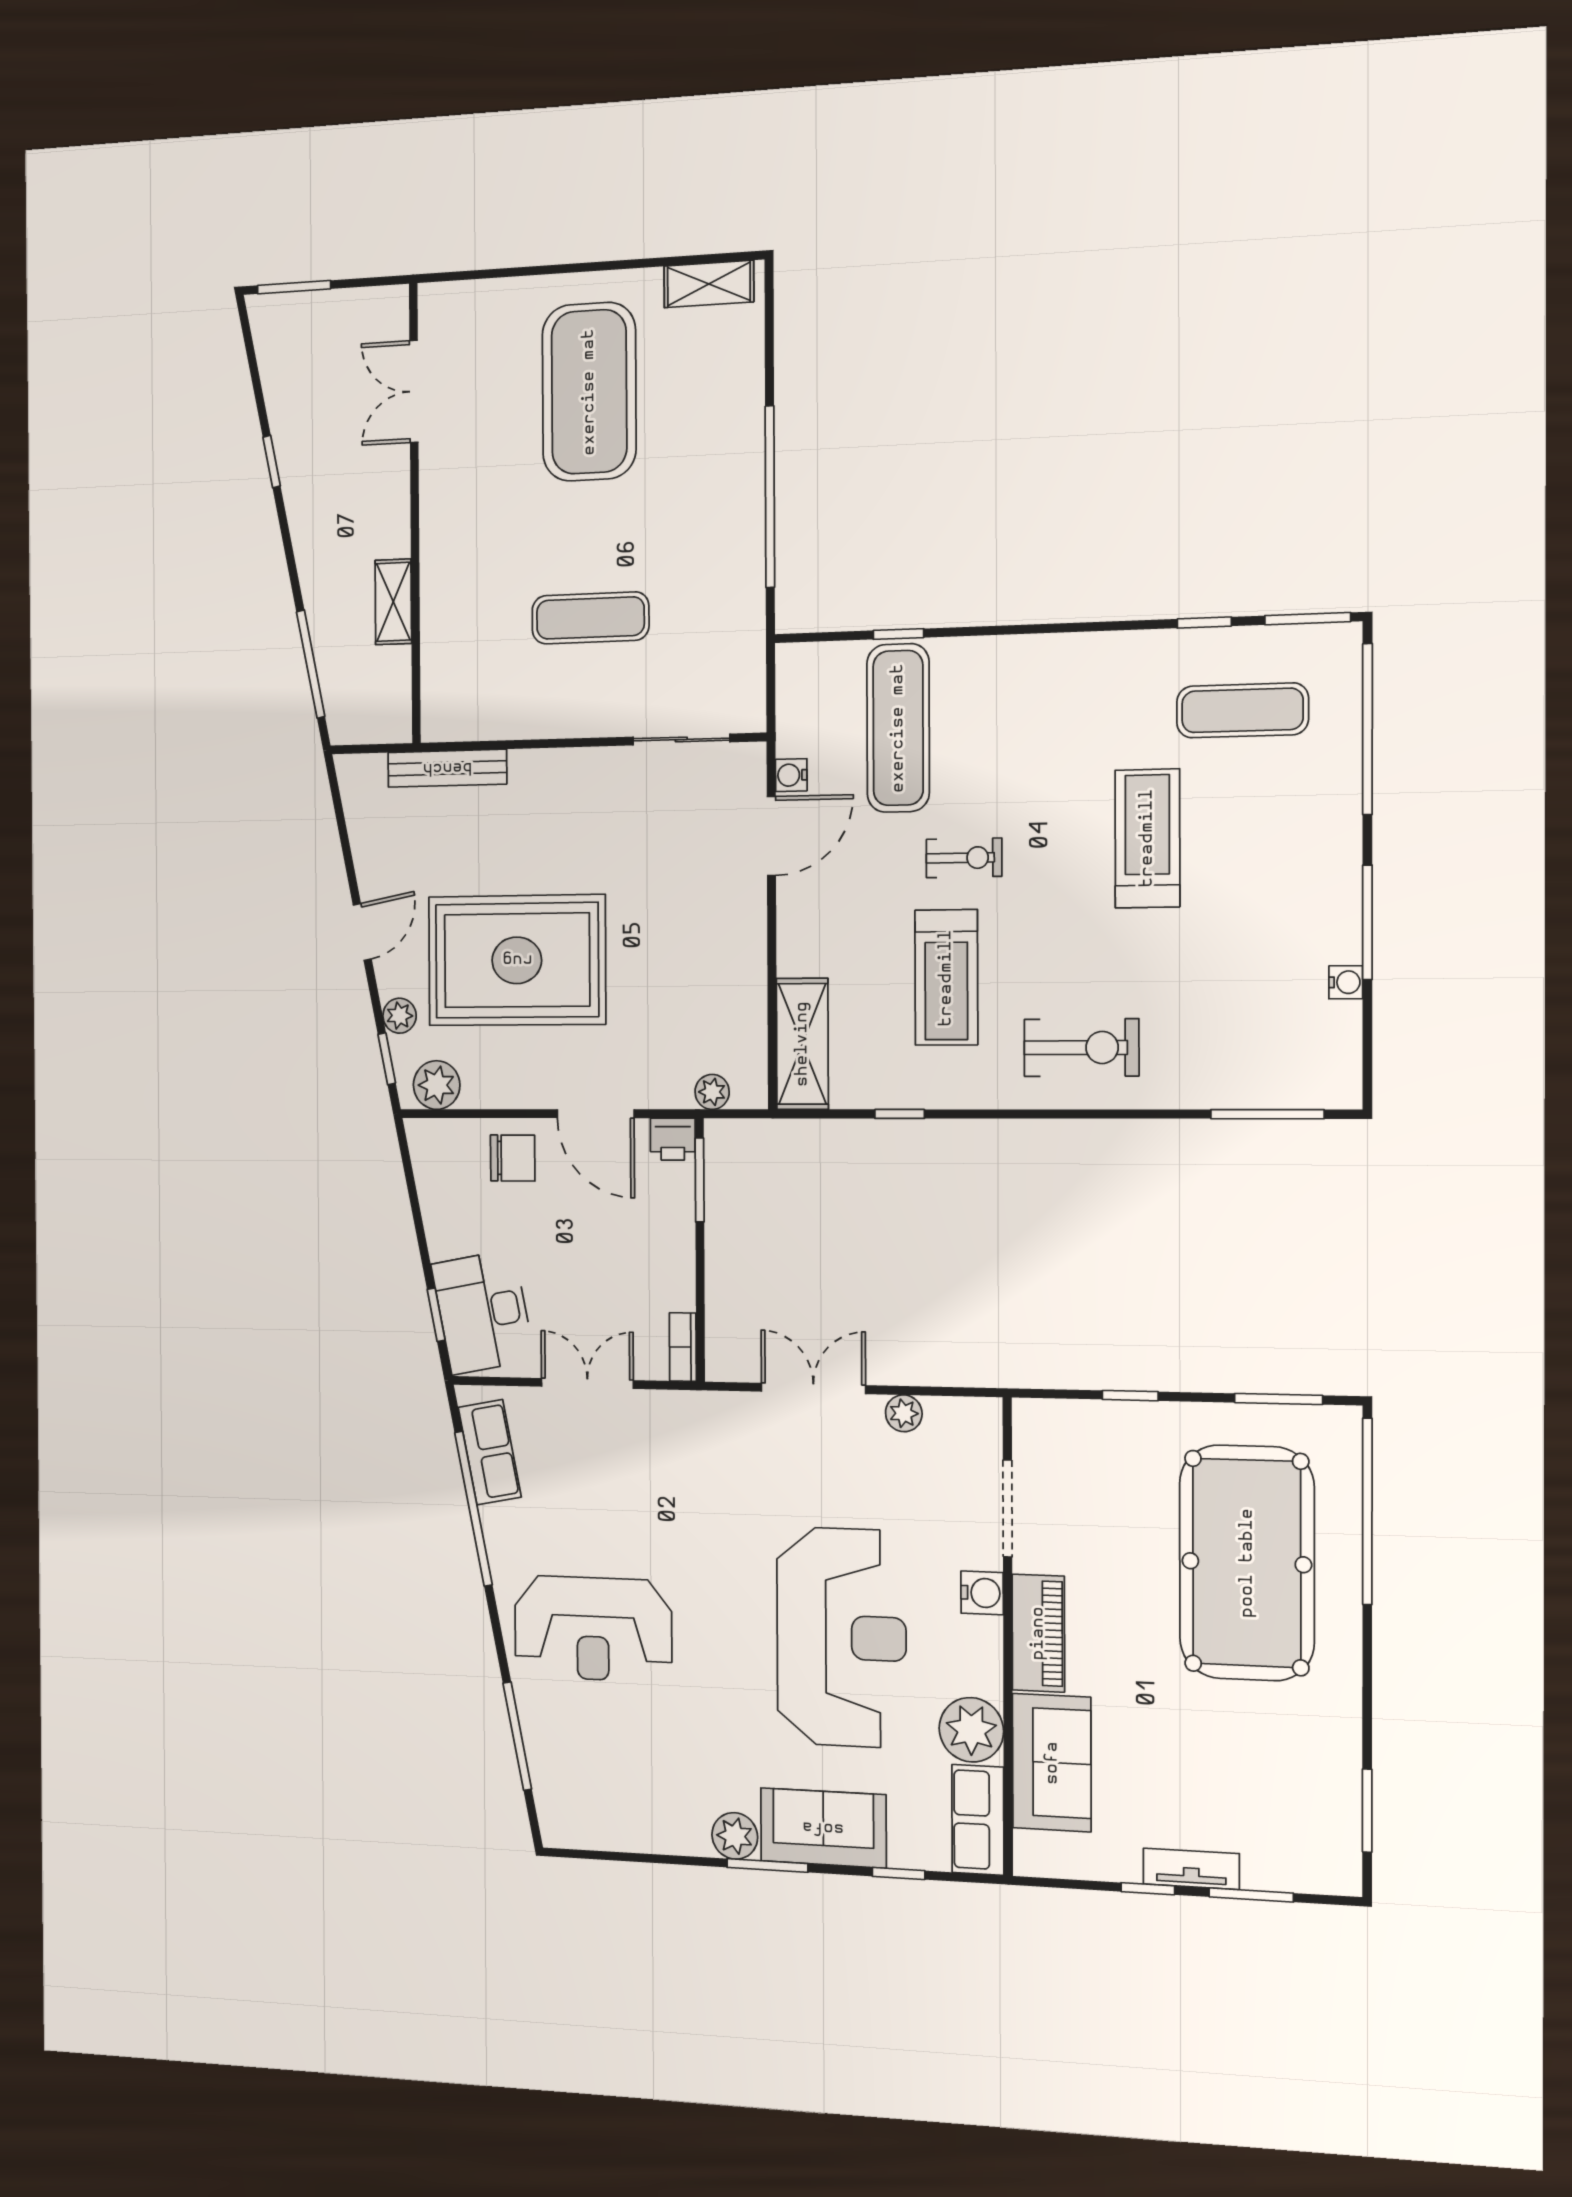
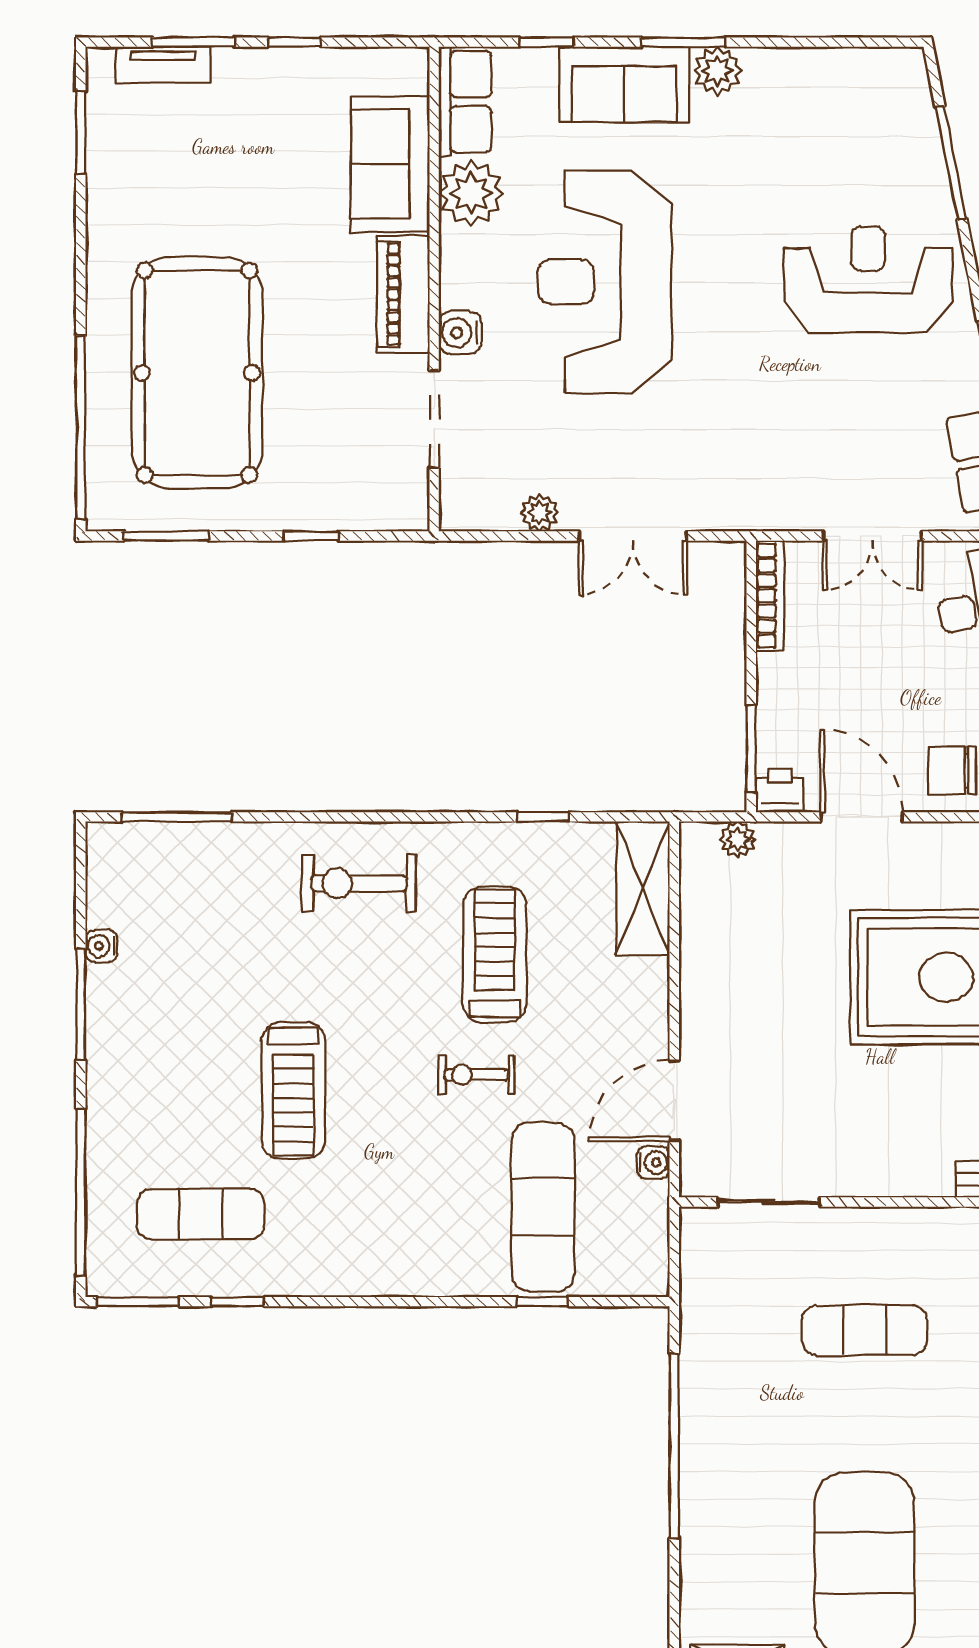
bookcase: (683, 1347) -> (770, 596), width x1.56
tv unit: (1191, 1869) -> (163, 65), moved

